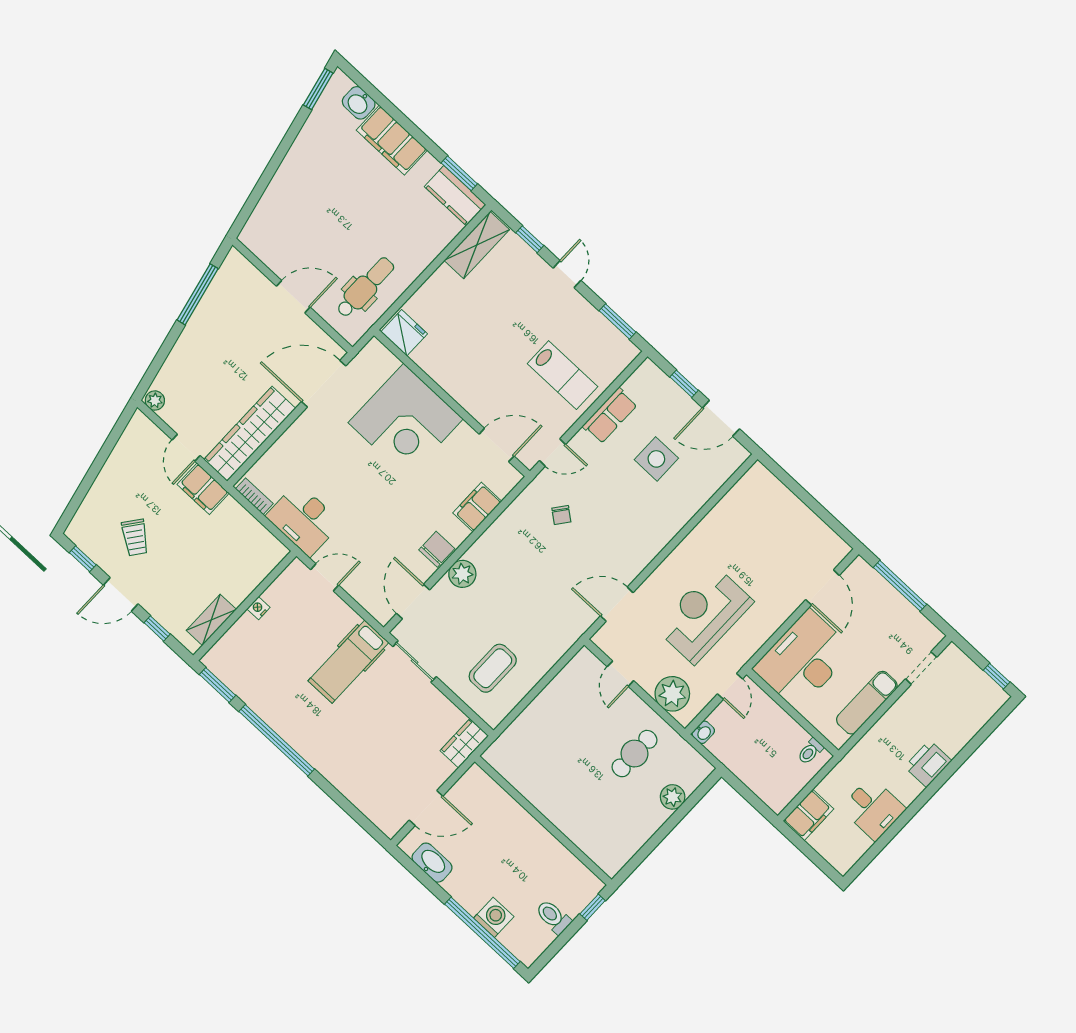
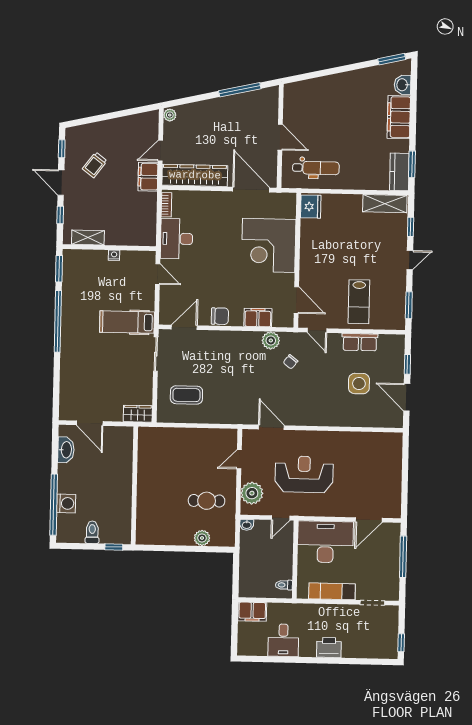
plant: (462, 574) -> (271, 340), moved

